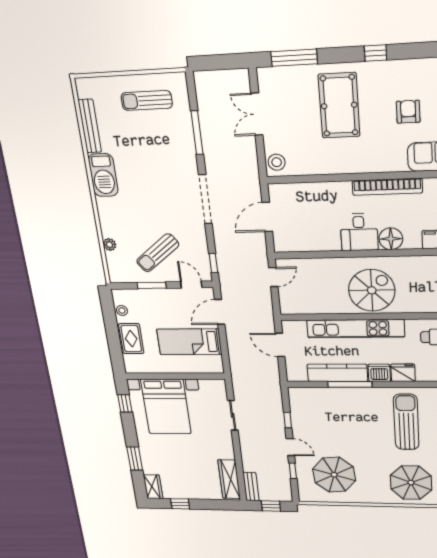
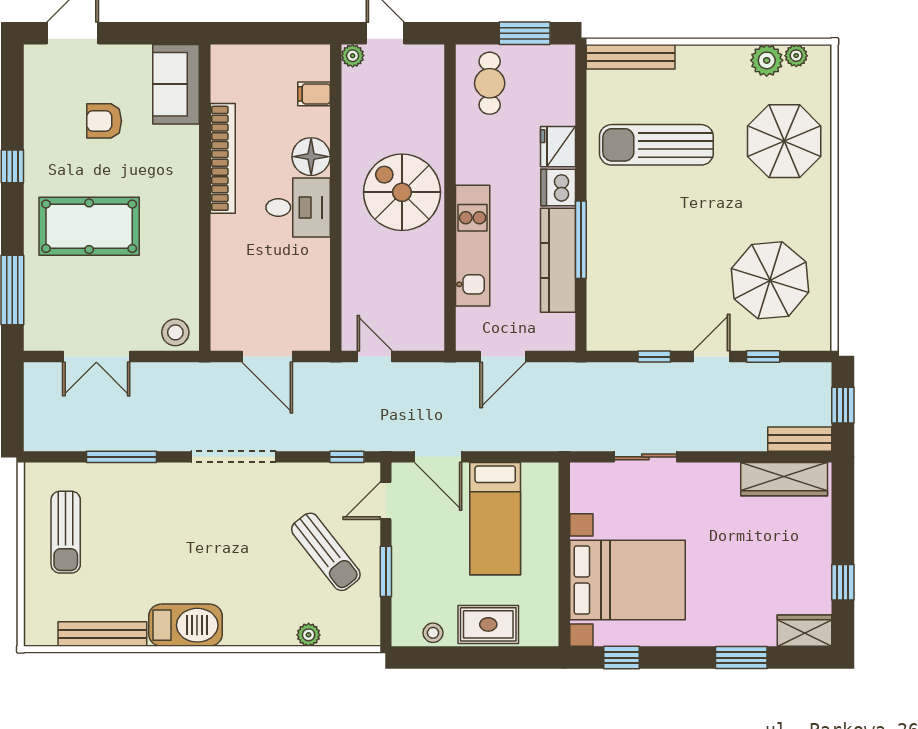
kitchen unit: (355, 329) -> (473, 246), width x0.73

